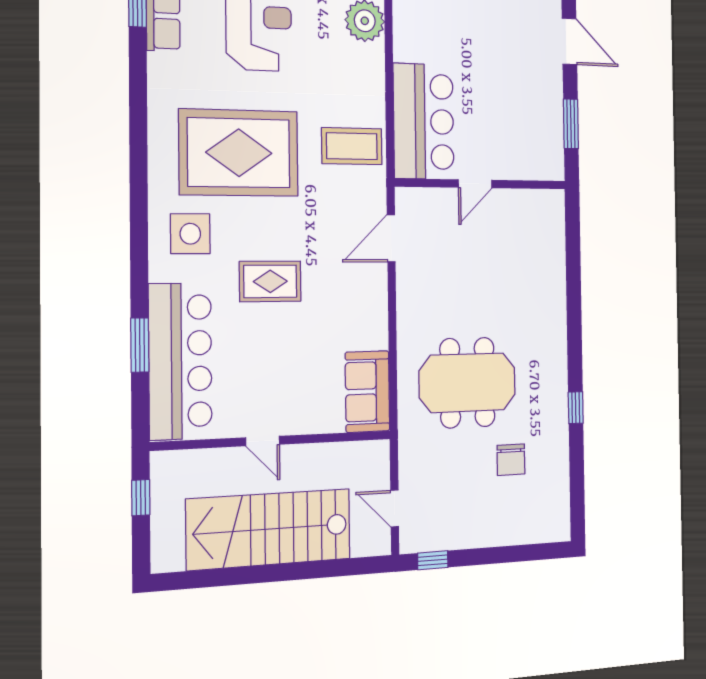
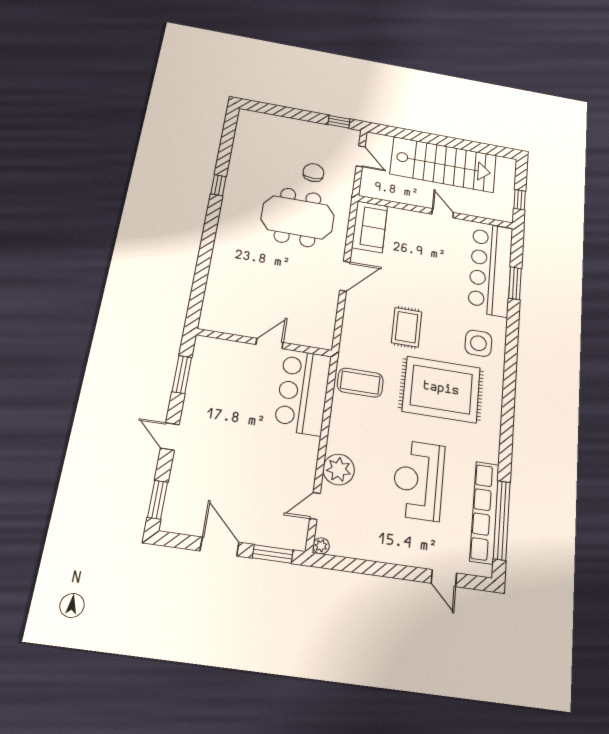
door: (569, 41) -> (170, 436), width x0.73
door: (391, 238) -> (345, 276), moved
rug: (270, 281) -> (407, 327), moved, turned 90
chair: (511, 460) -> (313, 173), moved

